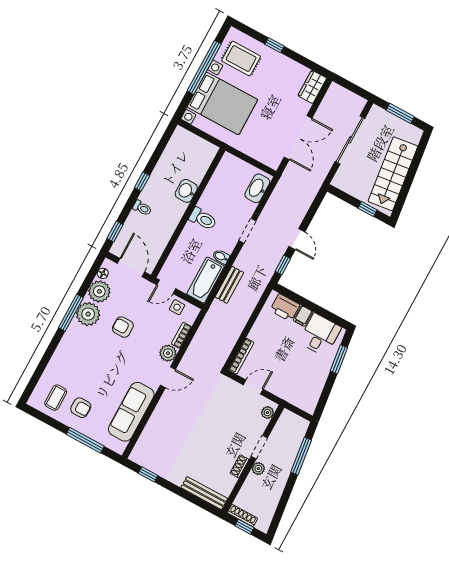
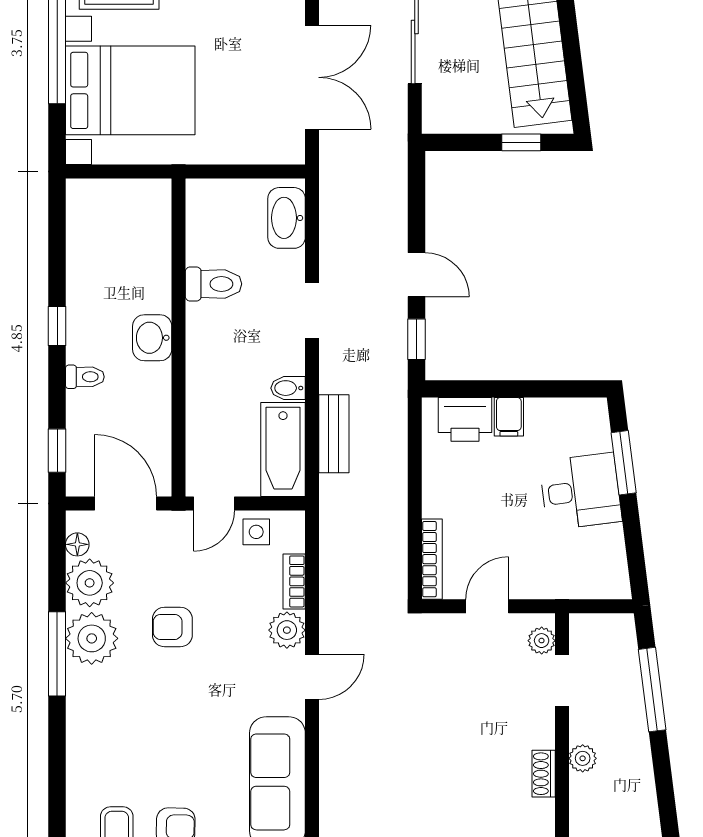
washbasin: (186, 191) -> (152, 338), moved
toilet: (203, 219) -> (214, 284), moved
desk: (320, 335) -> (581, 491), moved, turned 83
doorway: (259, 447) -> (562, 681), moved

